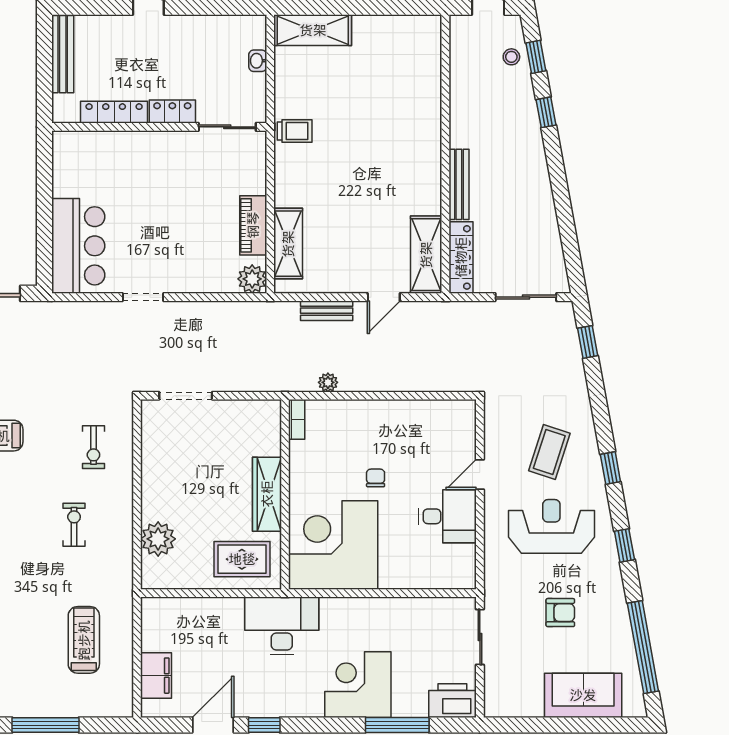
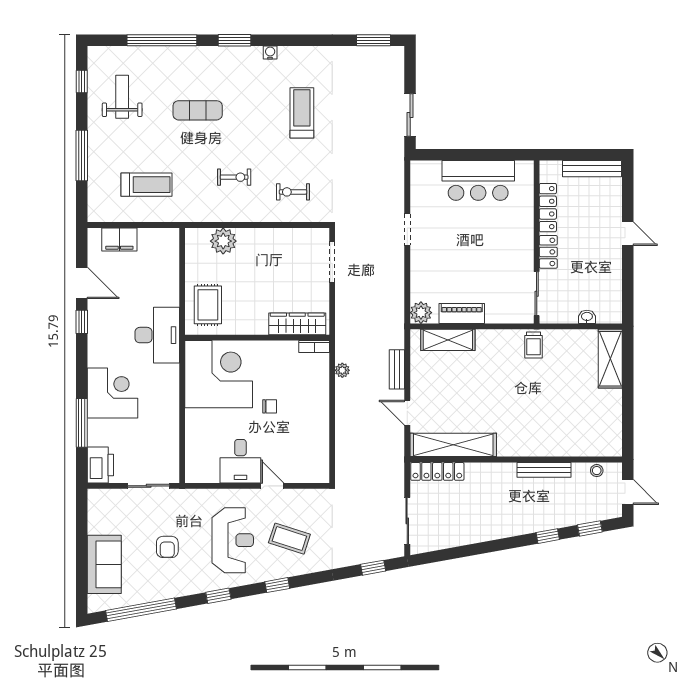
stool: (511, 57) -> (597, 471), moved
bench: (459, 184) -> (544, 470), moved
bar counter: (78, 246) -> (478, 180), moved
shelving: (426, 255) -> (453, 445), width x1.47
wardrobe: (267, 494) -> (297, 324), moved

